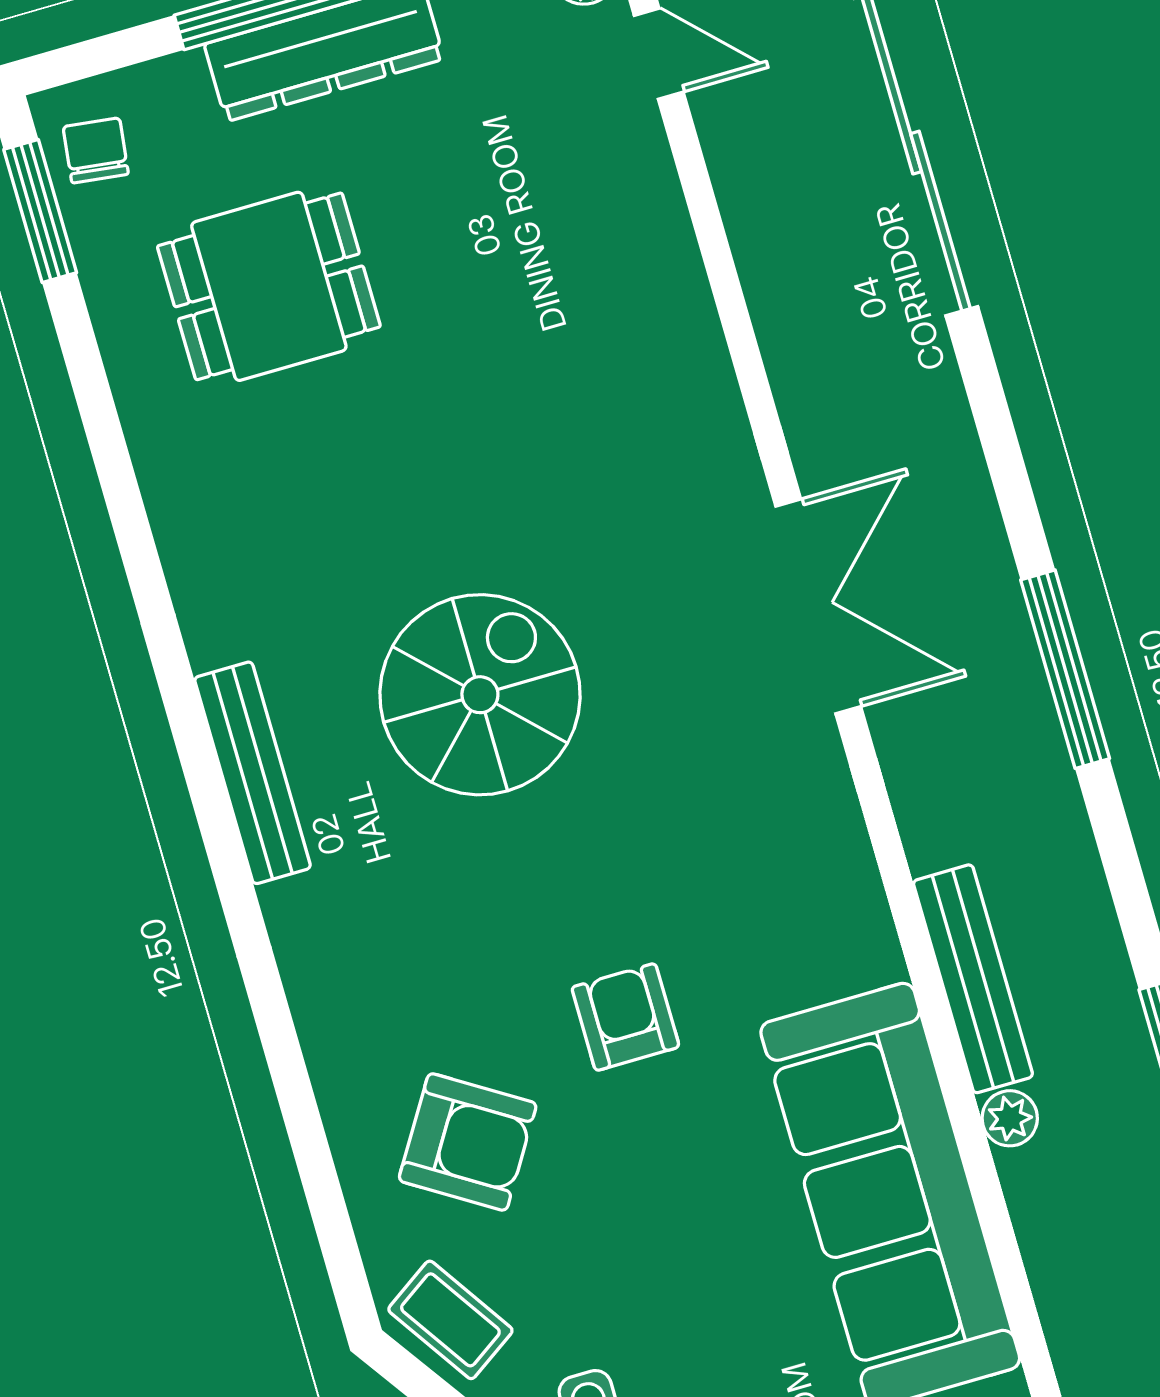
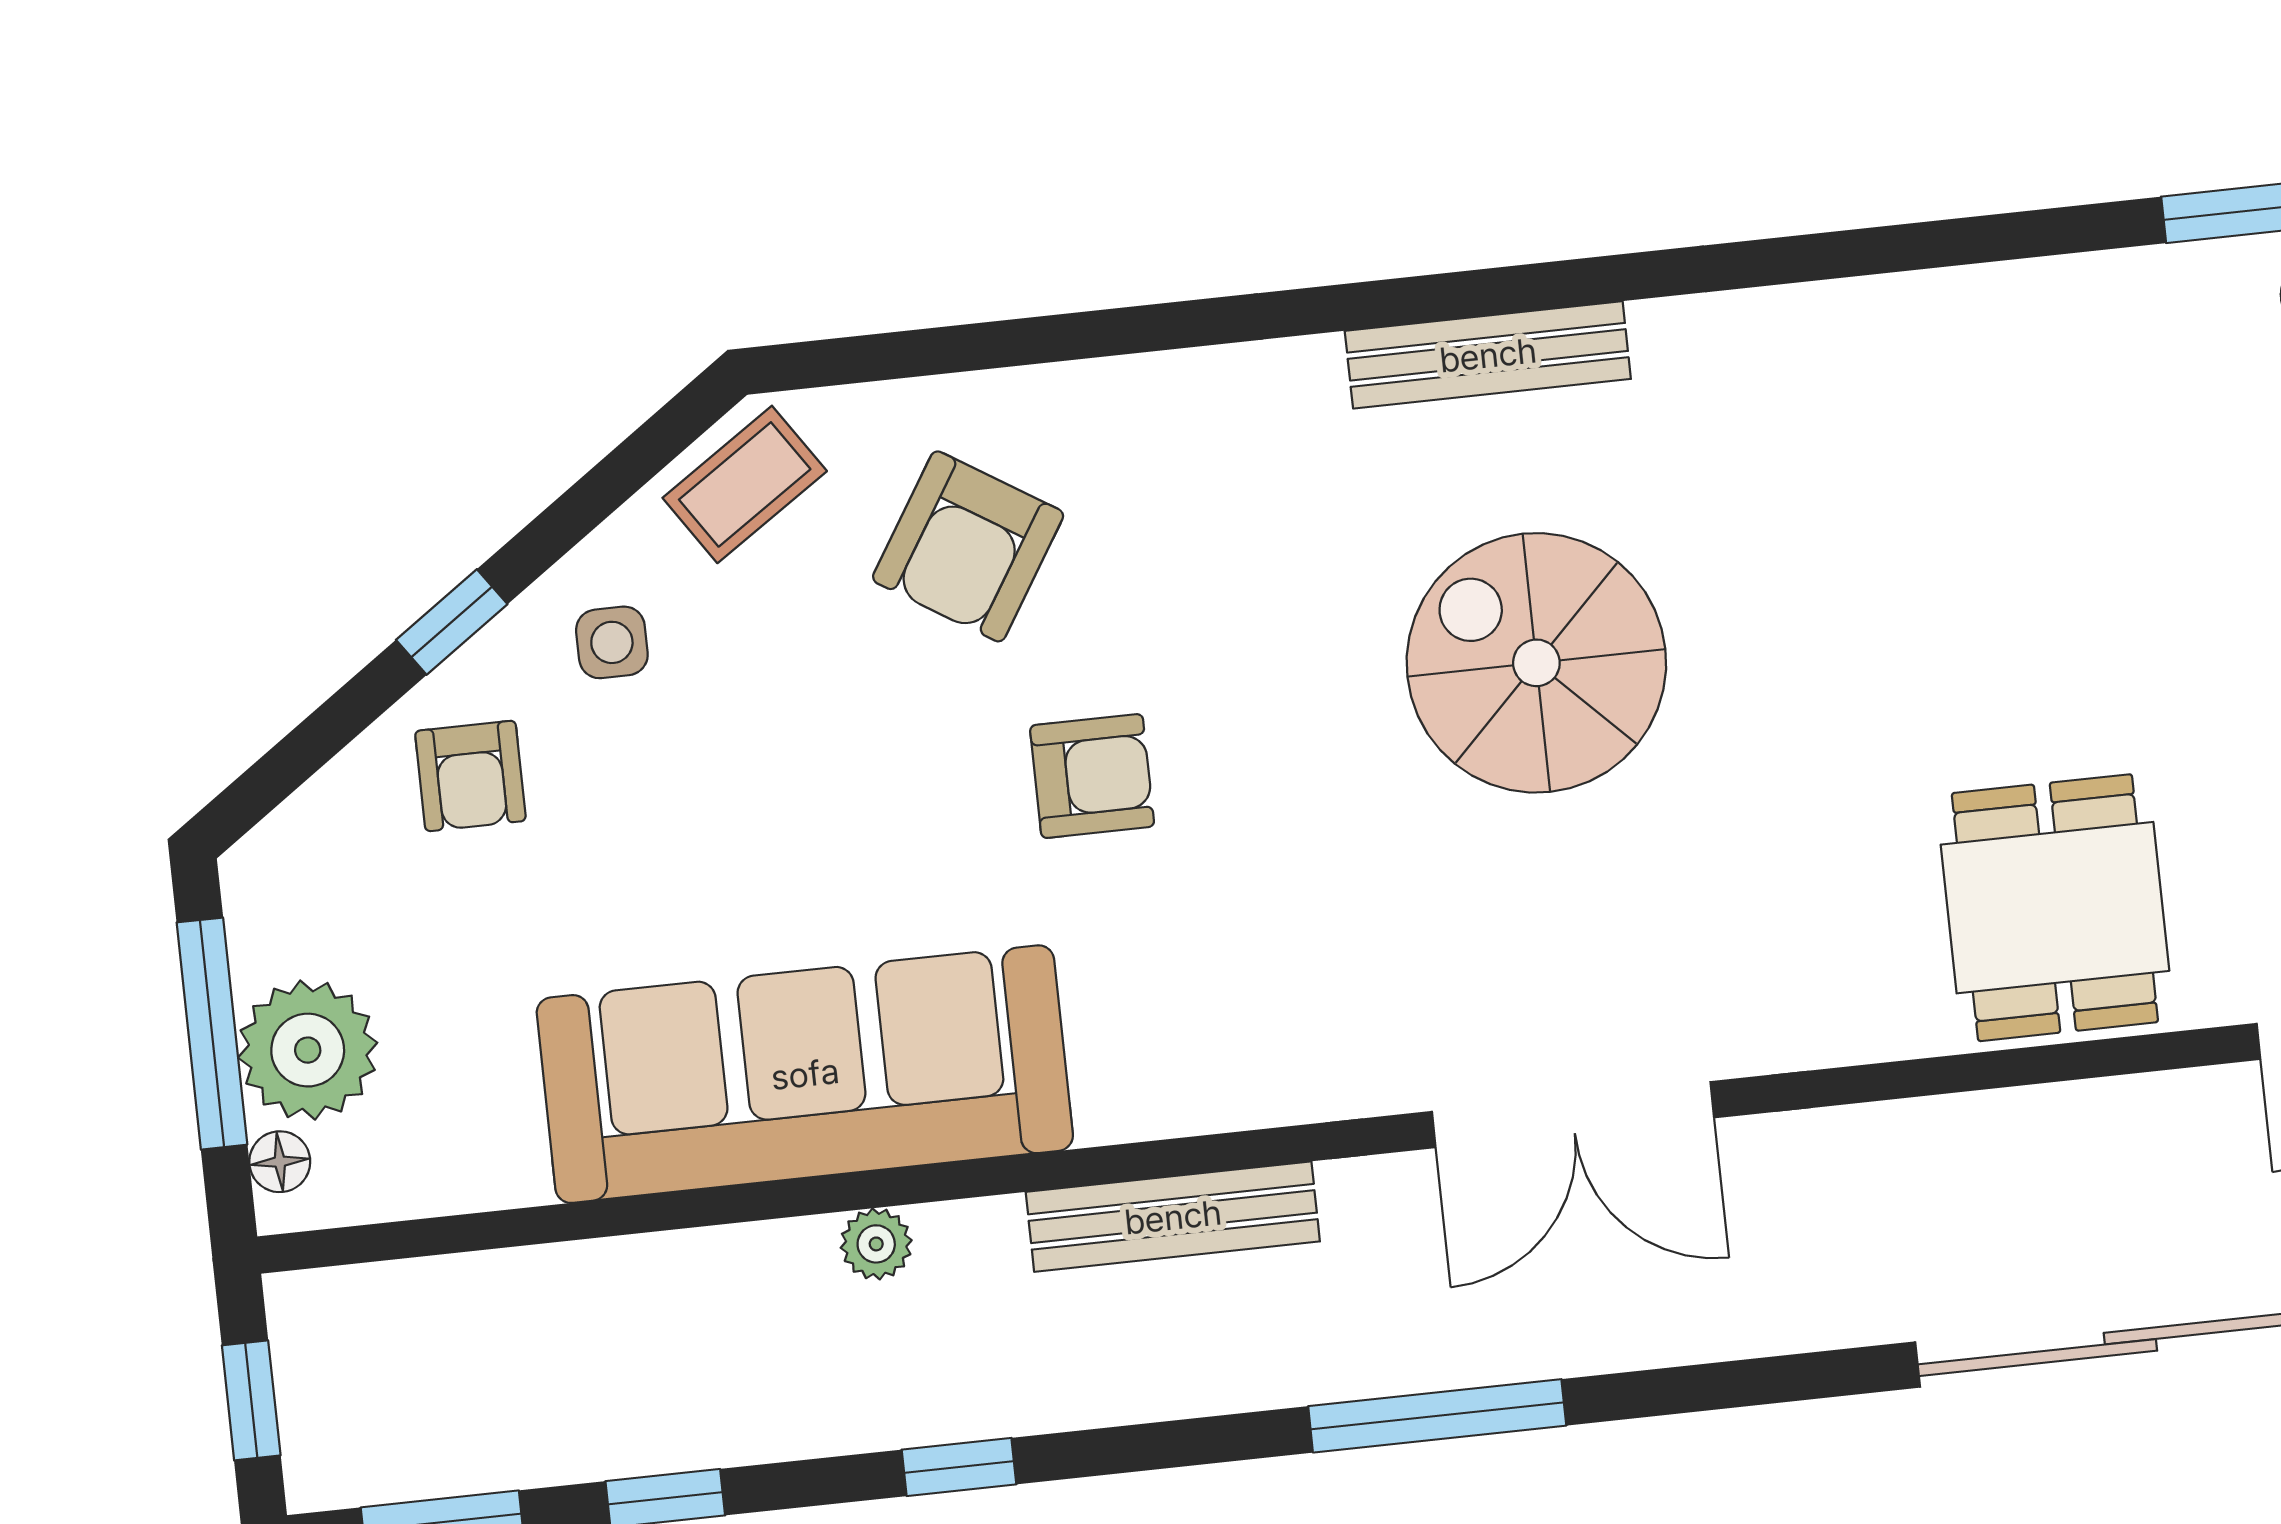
dining table: (269, 286) -> (2055, 908), moved
spiral stairs: (480, 695) -> (1536, 663), turned 180
bench: (973, 979) -> (1173, 1217), moved

